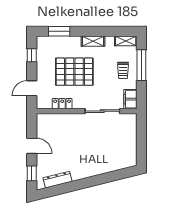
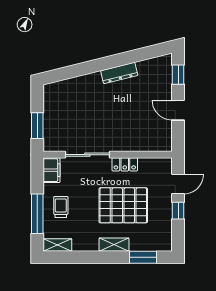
shelving: (93, 41) -> (114, 245), moved
window: (32, 55) -> (178, 211), moved
locker: (62, 104) -> (125, 164), moved
window: (141, 134) -> (37, 126), added
dresser: (58, 180) -> (119, 73), moved

